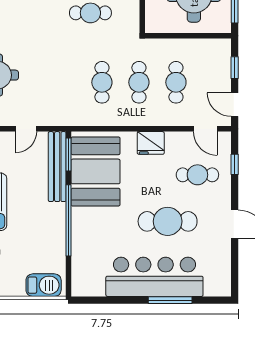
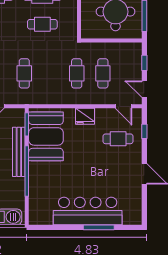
cafe table: (102, 82) -> (24, 73), moved
bench: (57, 167) -> (19, 152), moved
cafe table: (168, 221) -> (97, 172), removed

